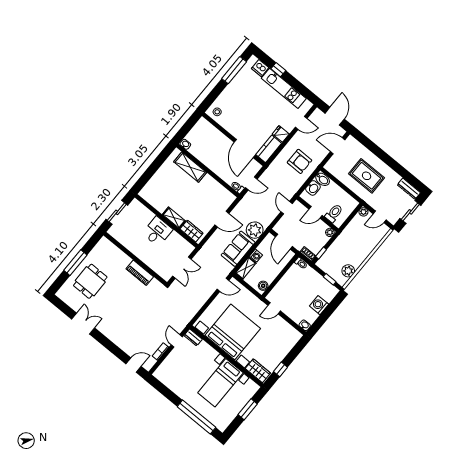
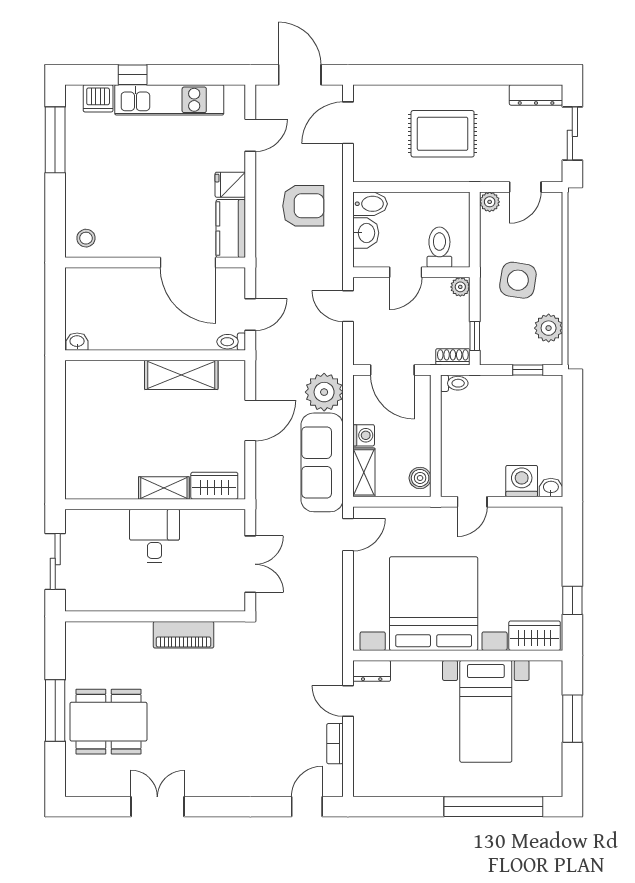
shelving: (190, 167) -> (181, 375), moved
side table: (351, 246) -> (518, 280), added
sofa: (238, 249) -> (322, 462), width x1.36
dining table: (90, 281) -> (108, 722), width x1.38
washing machine: (319, 305) -> (522, 481), moved, turned 90

